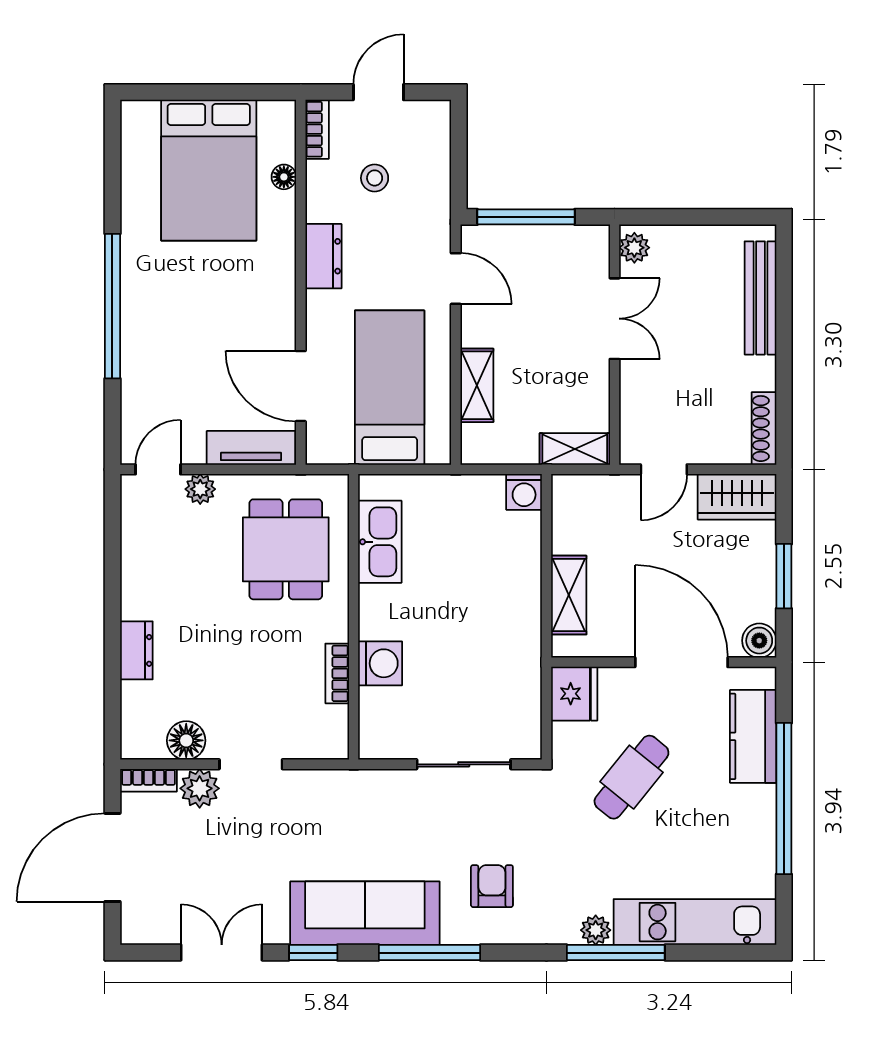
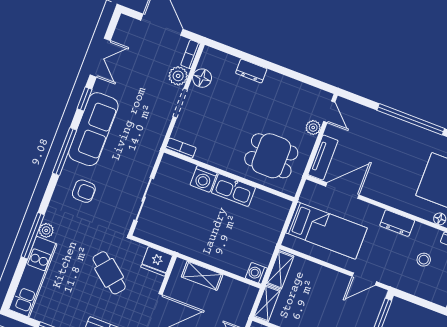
shelving: (477, 385) -> (280, 270), moved, turned 90
kitchen sink: (380, 542) -> (233, 190), moved
bookcase: (337, 673) -> (181, 148), moved

